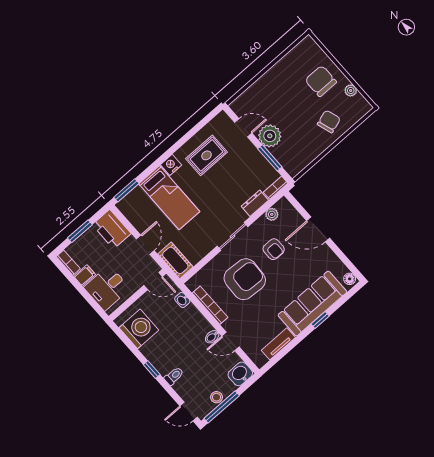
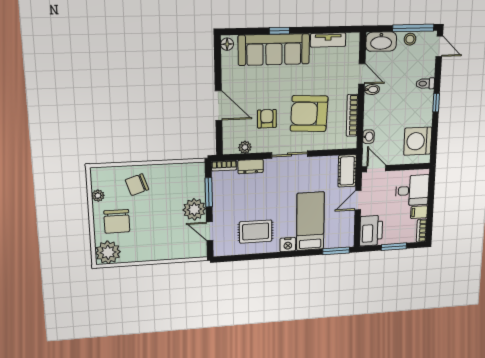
plant: (308, 51) -> (108, 252), added
washbasin: (240, 374) -> (381, 42), width x1.38

